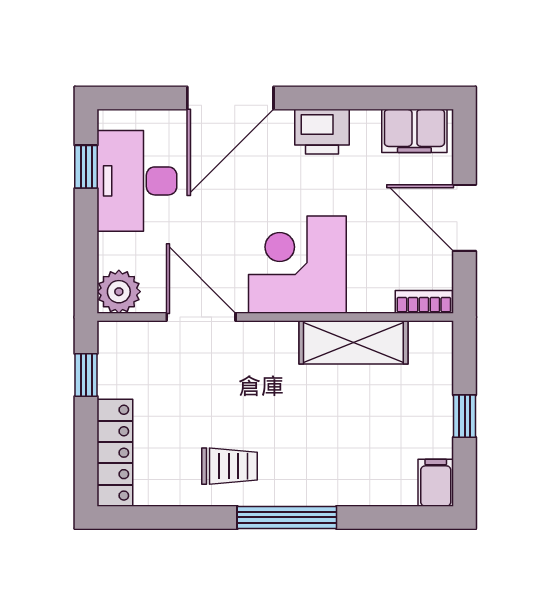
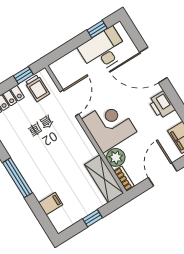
plant: (119, 292) -> (116, 157), moved
shelving: (353, 342) -> (104, 179), moved
trolley: (230, 466) -> (37, 88), moved
filing cabinet: (436, 483) -> (51, 204), moved

